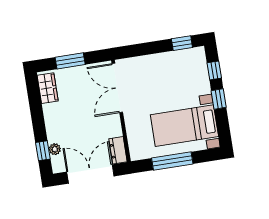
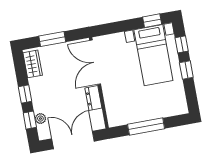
window: (38, 121) -> (25, 94), added
bed with nightstands: (184, 126) -> (153, 55), moved, turned -90
dresser: (118, 150) -> (93, 98), moved

